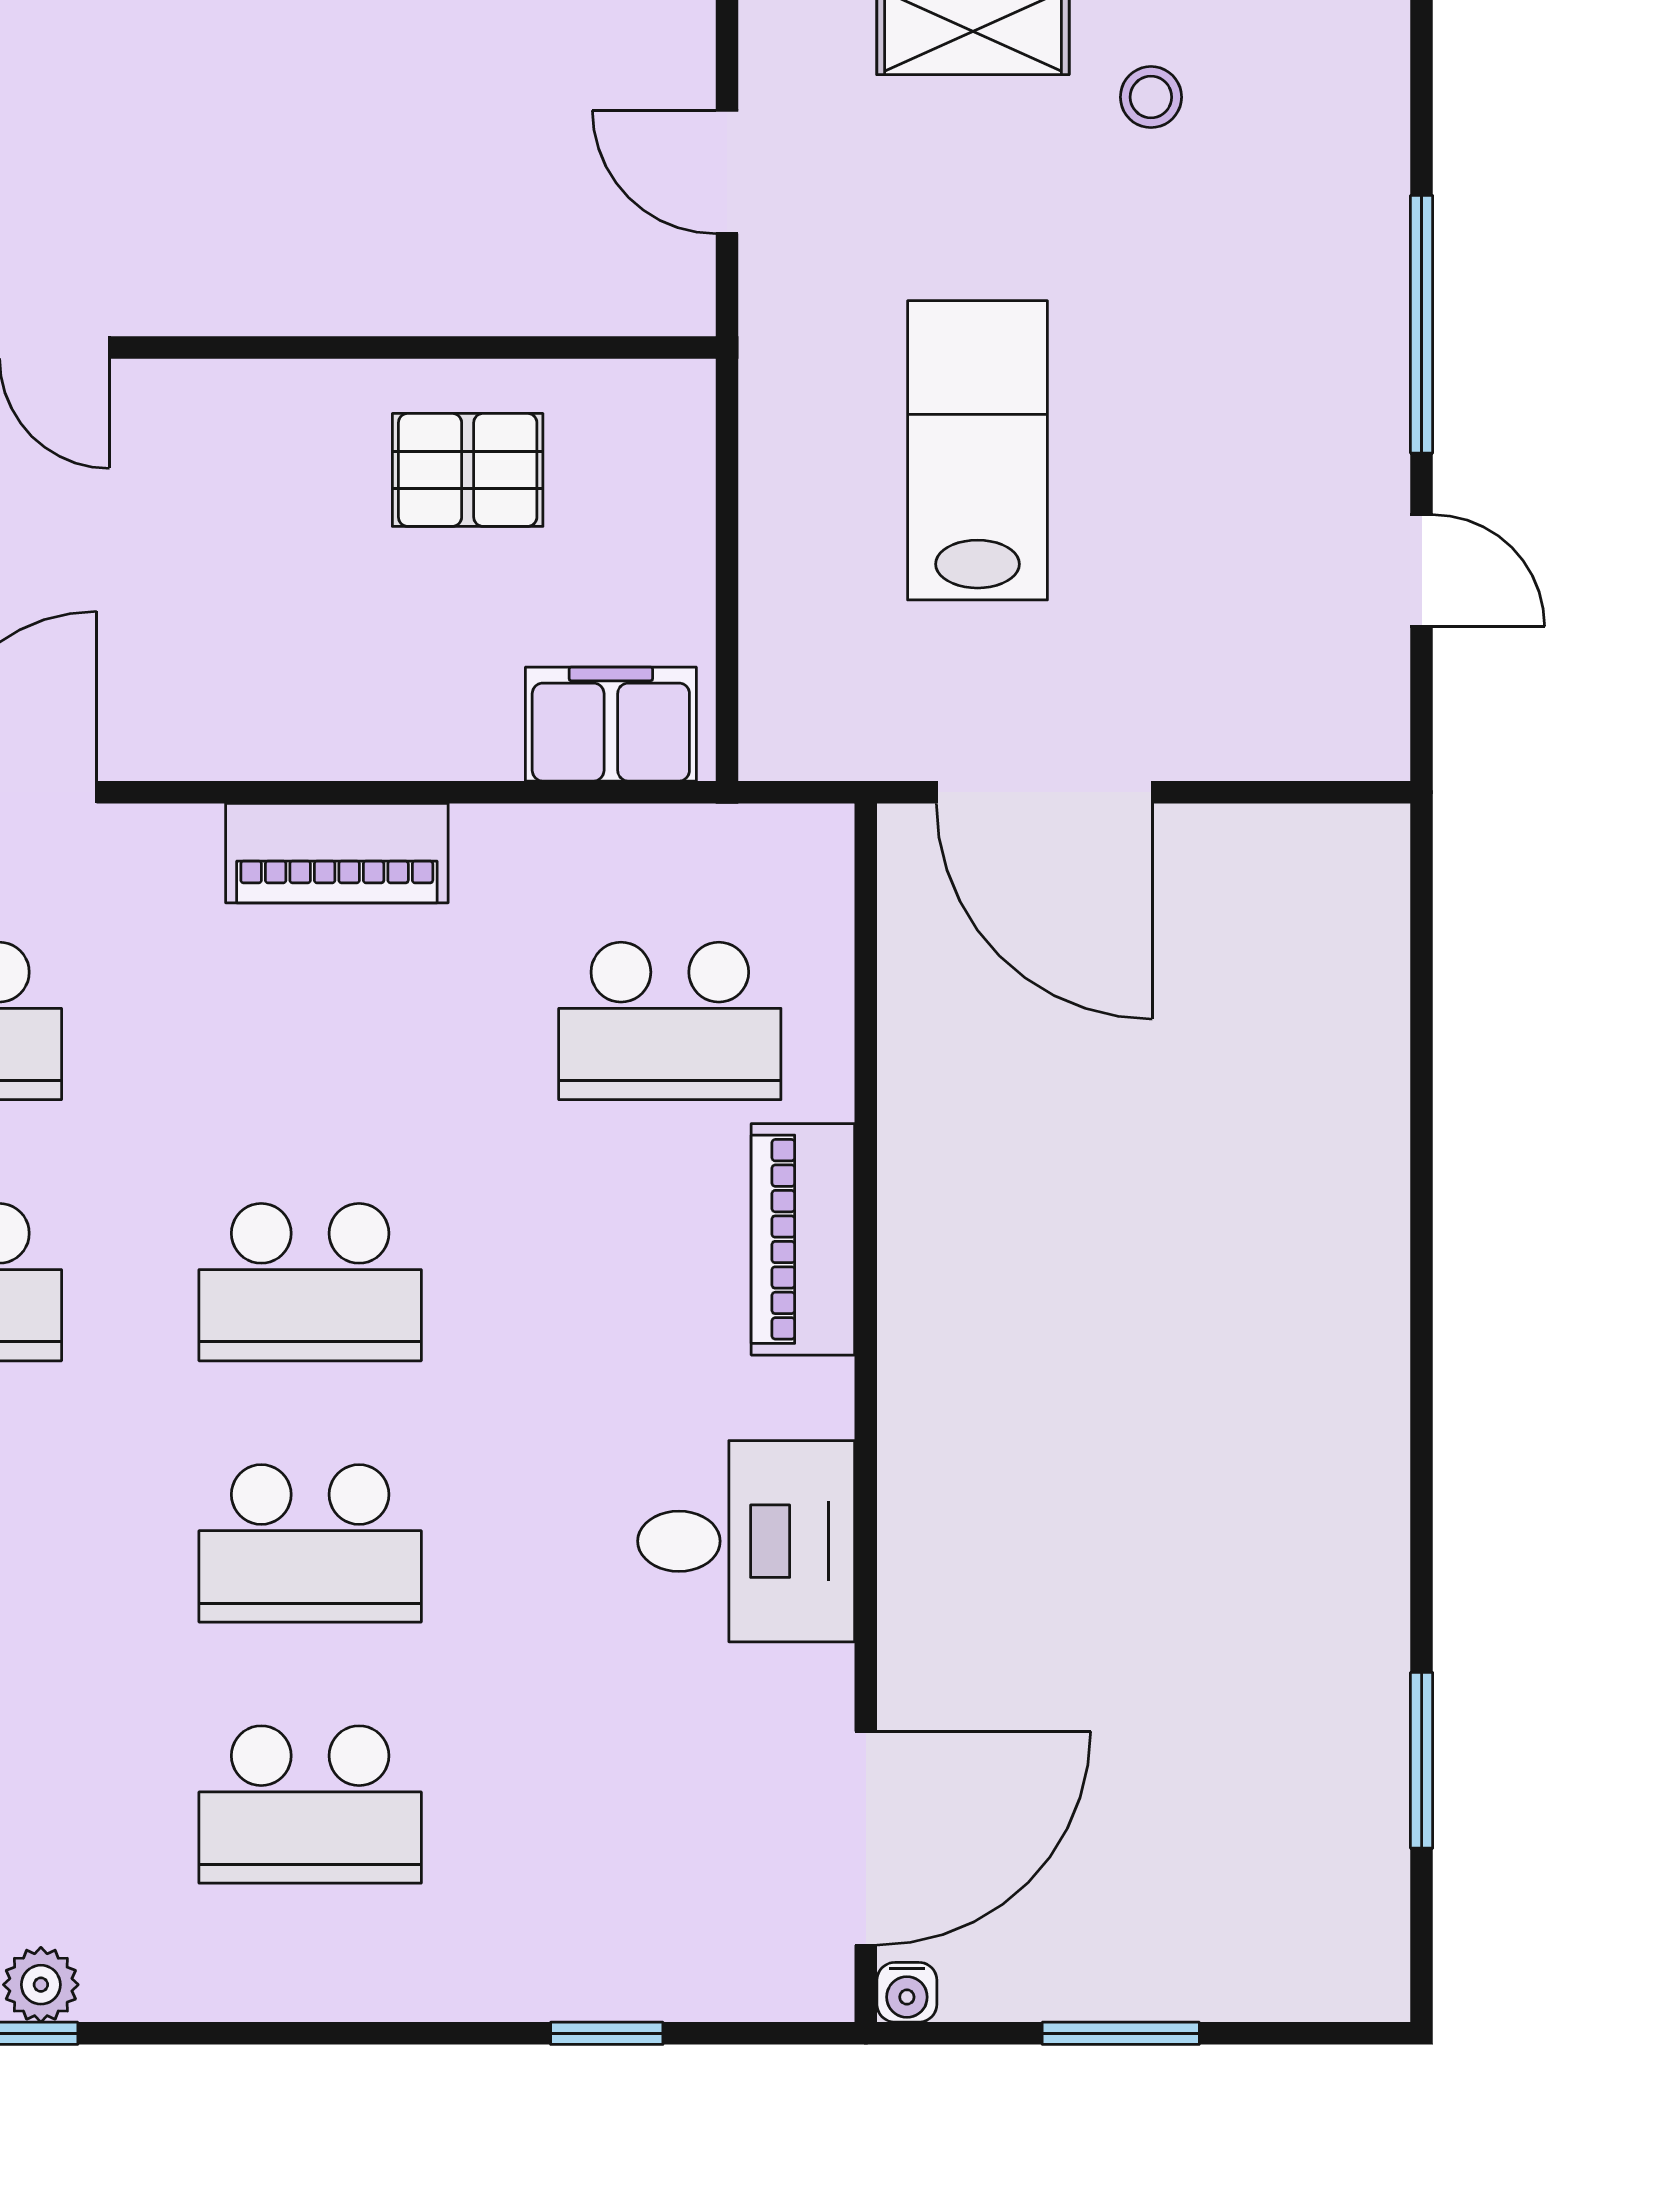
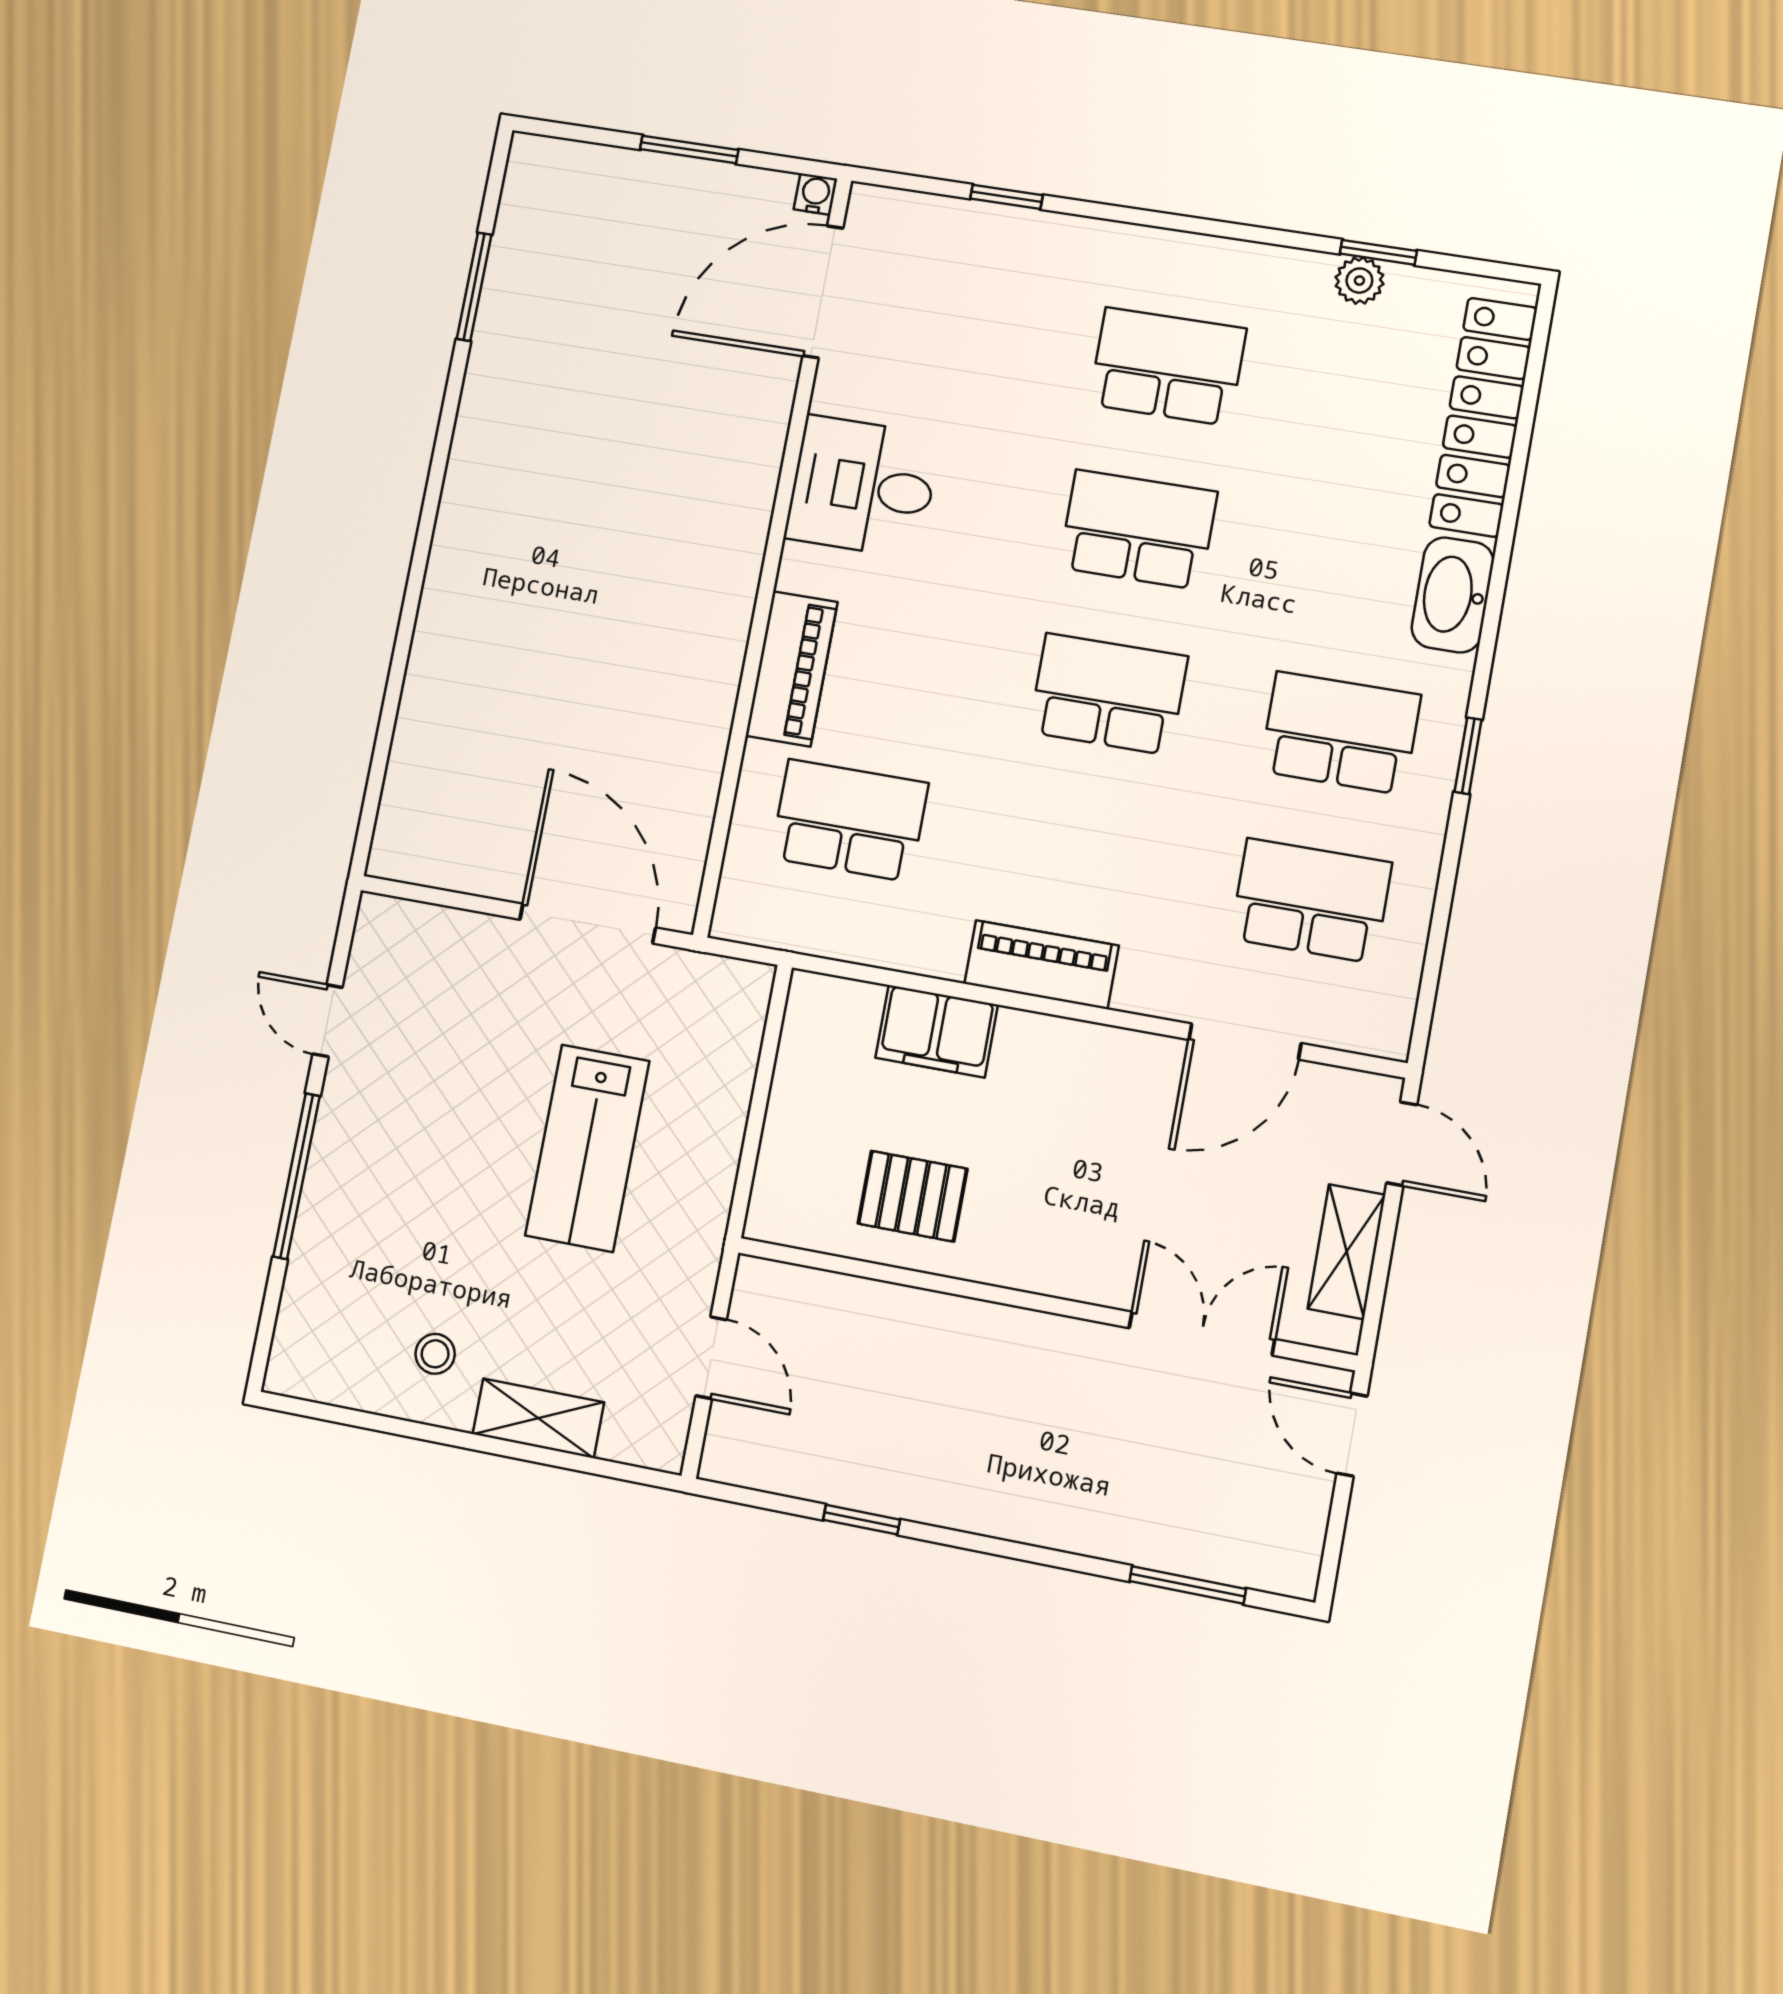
filing cabinet: (611, 724) -> (937, 1031), moved

